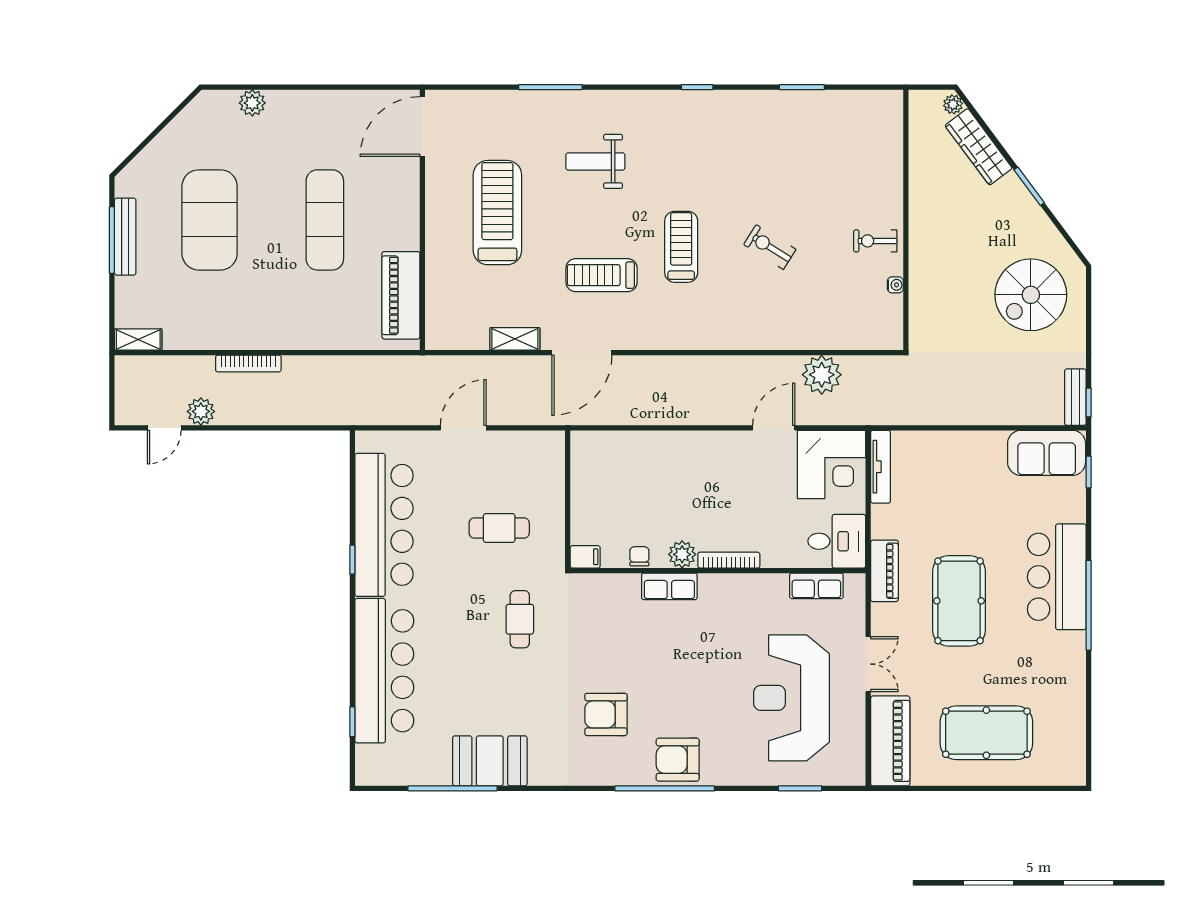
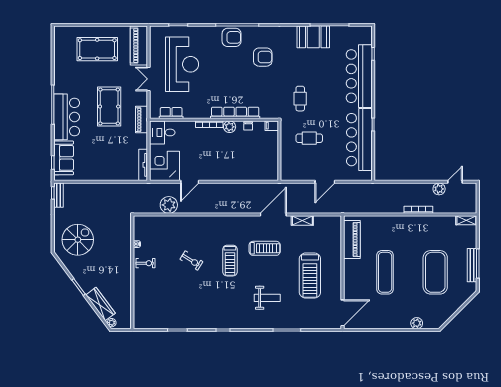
sofa: (1047, 453) -> (64, 158), moved, turned 90
row of seats: (669, 586) -> (235, 113), width x2.02

